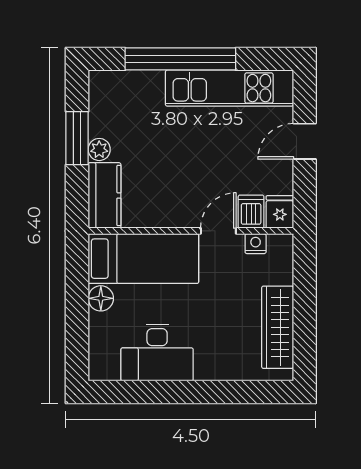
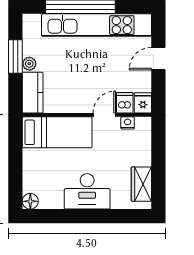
kitchen unit: (229, 88) -> (97, 25), width x1.36
floor lamp: (101, 298) -> (30, 201), moved
wardrobe: (278, 327) -> (141, 184), width x0.67
desk: (157, 352) -> (87, 191), moved

